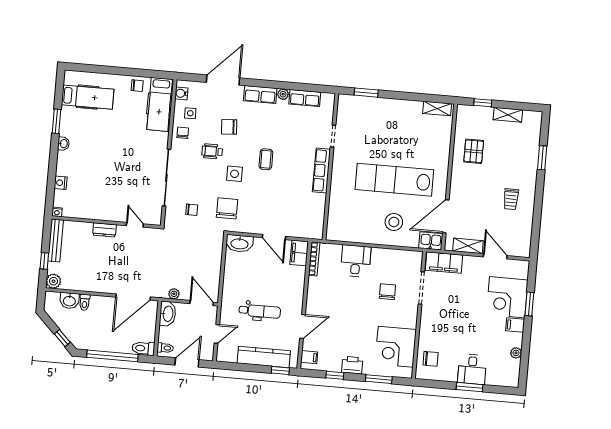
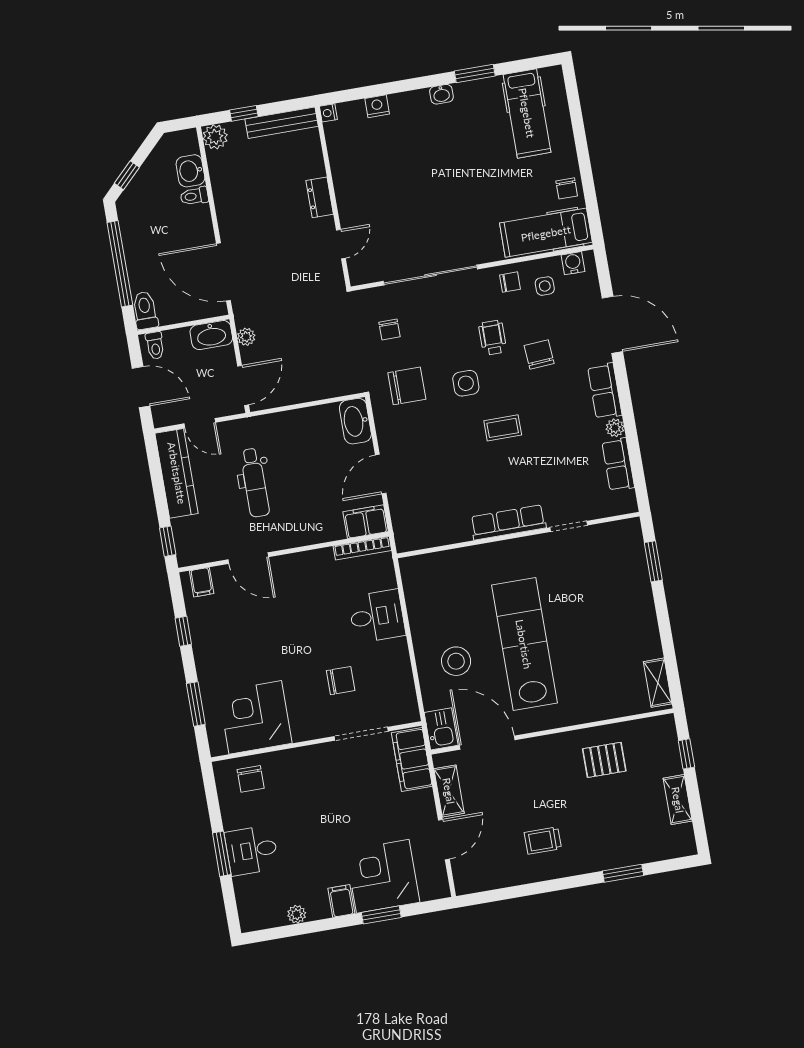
kitchen counter: (264, 357) -> (177, 473), moved
printer: (352, 365) -> (207, 655), removed

